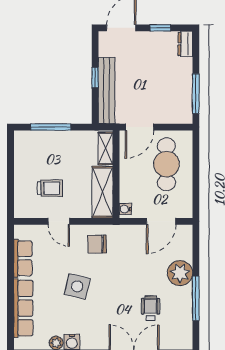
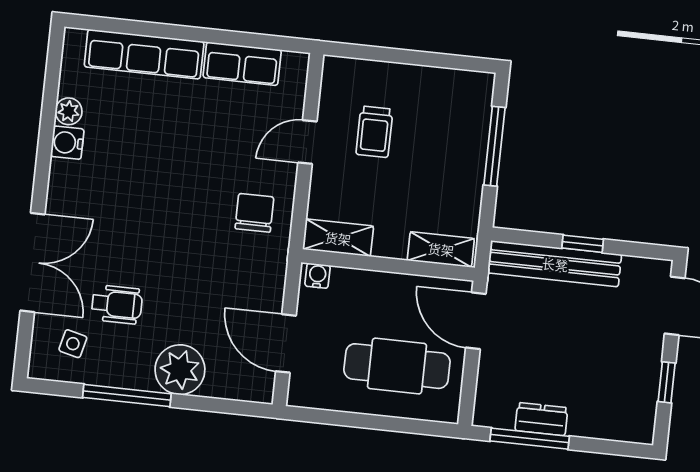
dresser: (185, 44) -> (541, 419), moved
shelving: (103, 192) -> (338, 238), width x0.67, depth x0.75
side table: (77, 286) -> (73, 344), moved, width x0.54, depth x0.54

